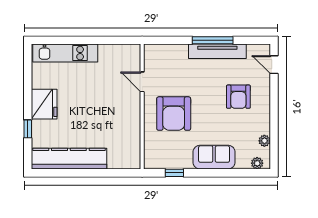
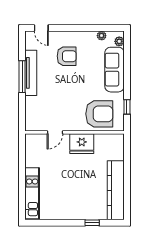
door: (274, 65) -> (41, 28), hinge flipped
fridge: (44, 104) -> (82, 144), moved, turned 180
armchair: (174, 114) -> (99, 114), moved
sofa: (214, 157) -> (115, 70), width x1.36

